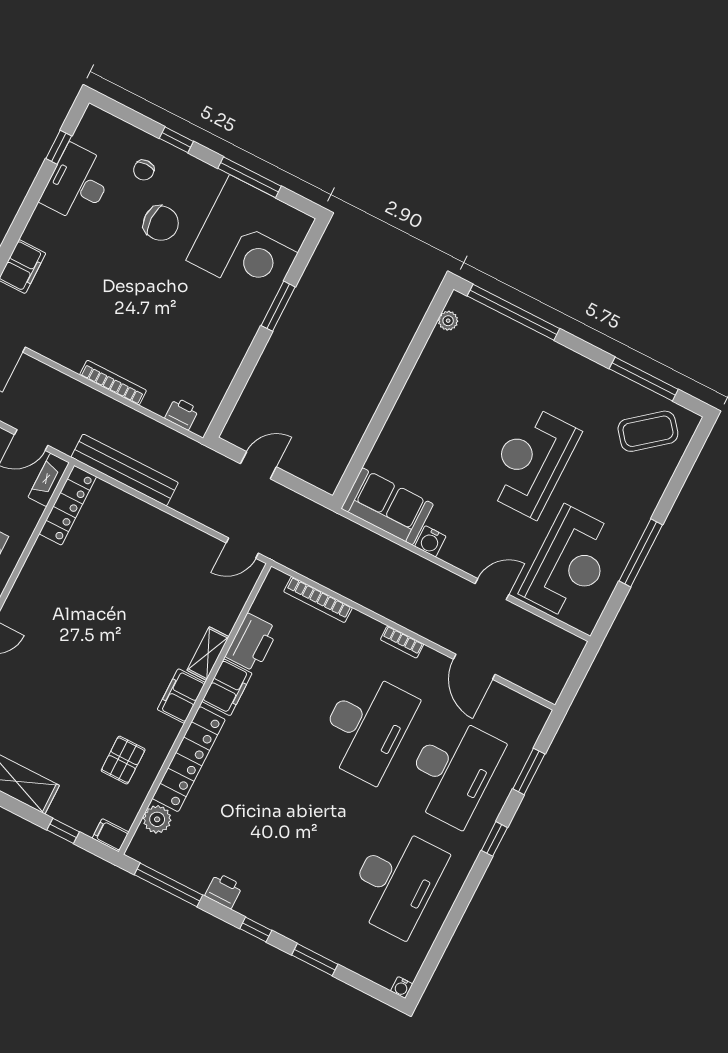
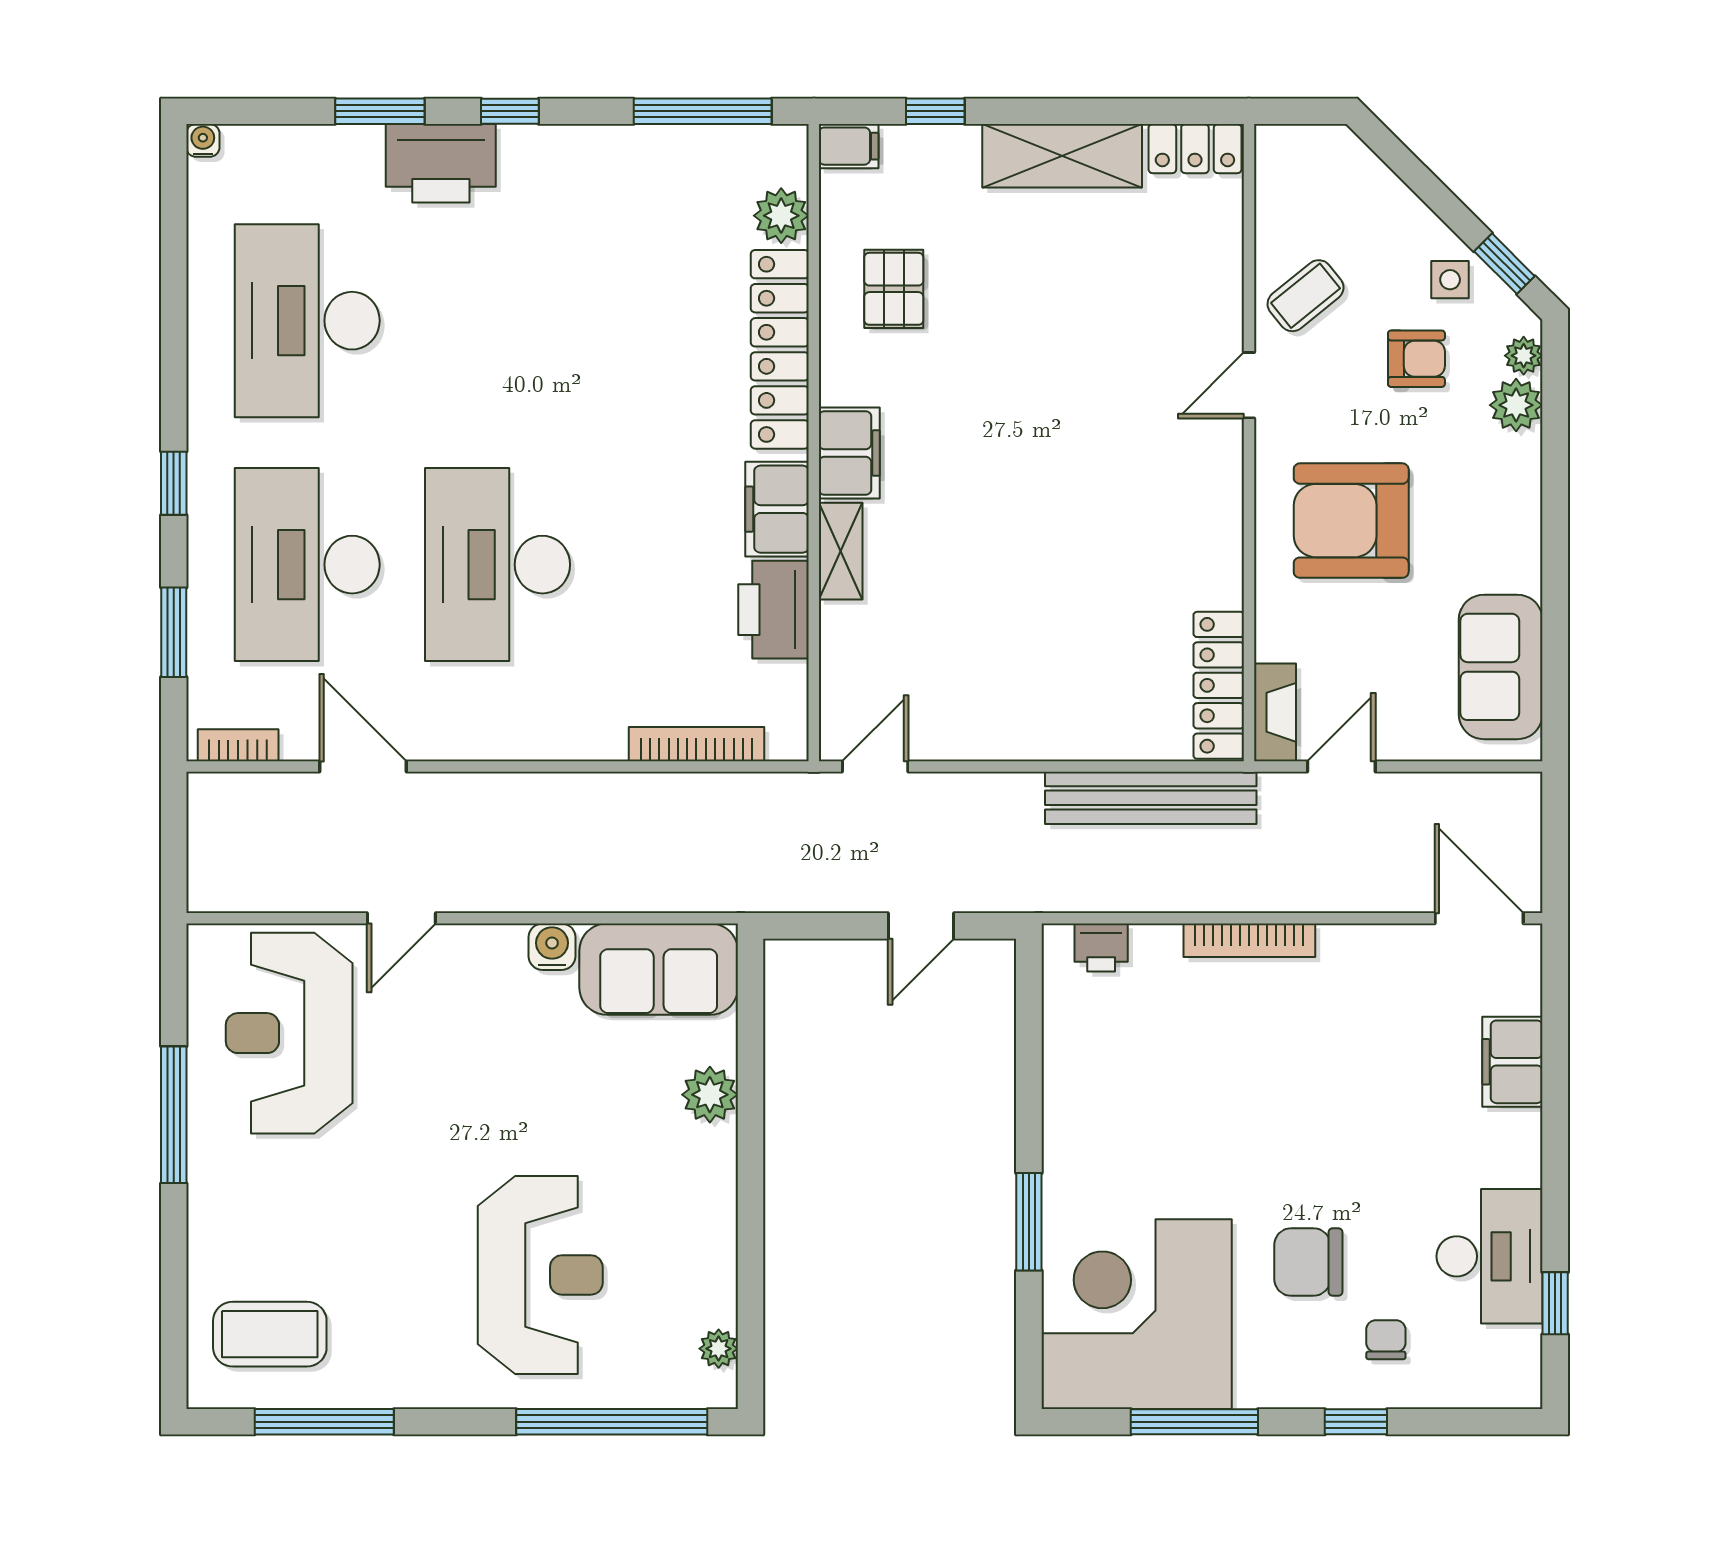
coffee table: (648, 431) -> (270, 1334), turned 39
plant: (393, 438) -> (710, 1095), added
reception desk: (532, 462) -> (540, 1275), moved
bookcase: (402, 642) -> (238, 745), moved
printer: (224, 891) -> (441, 163), moved, width x1.87, depth x1.48

